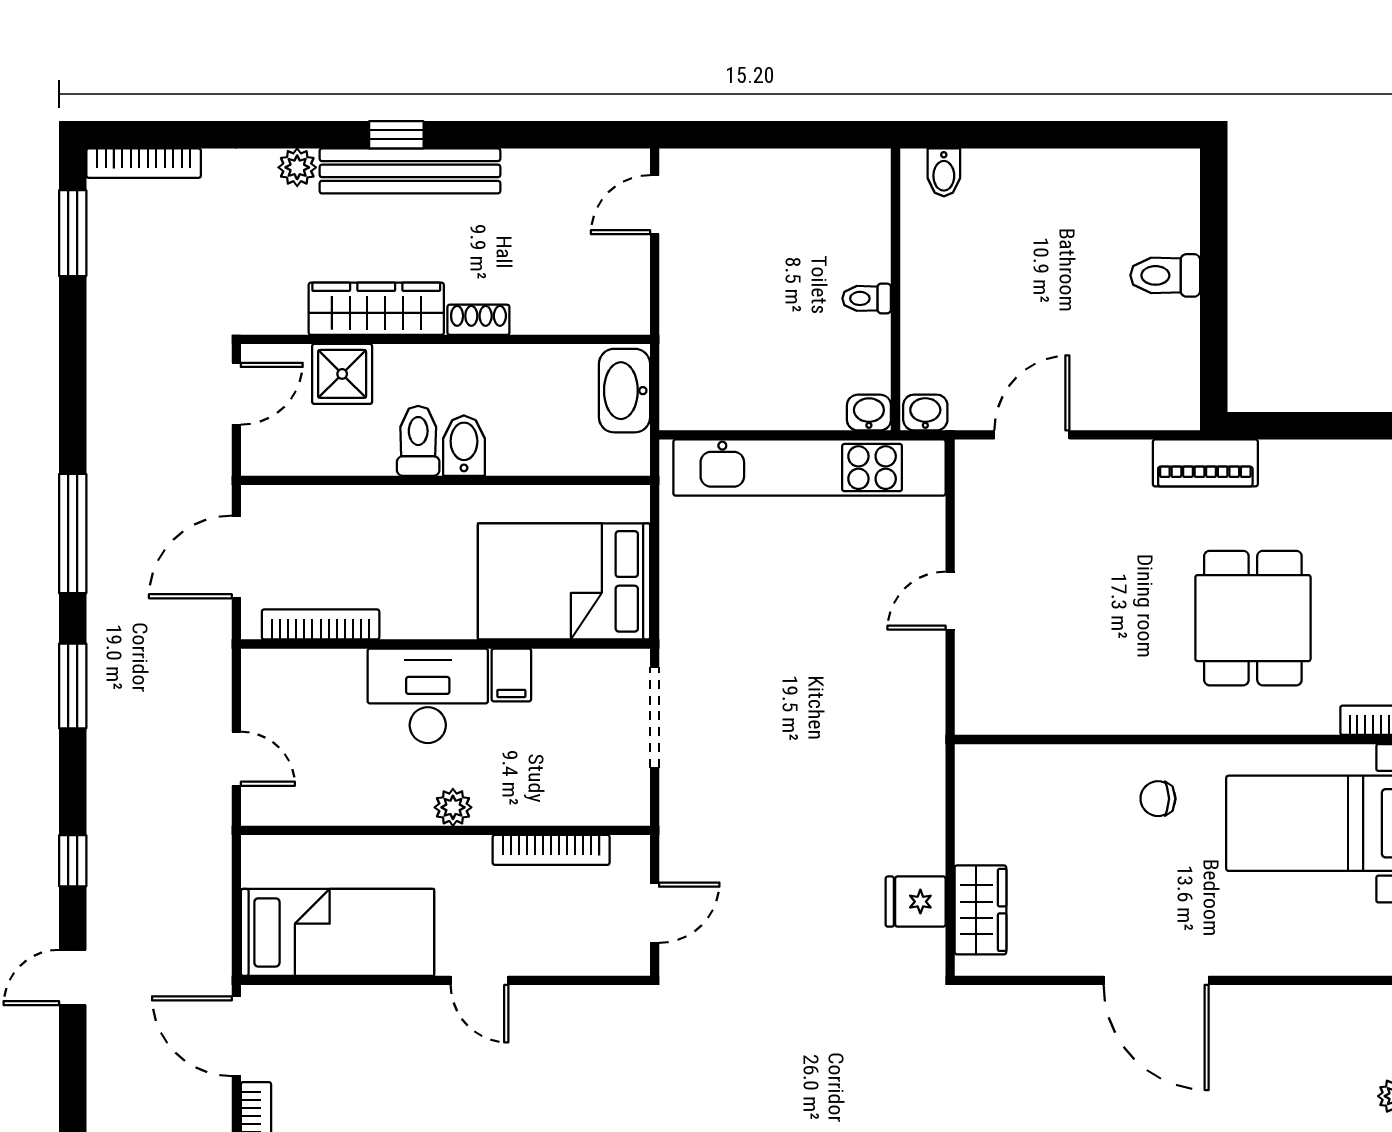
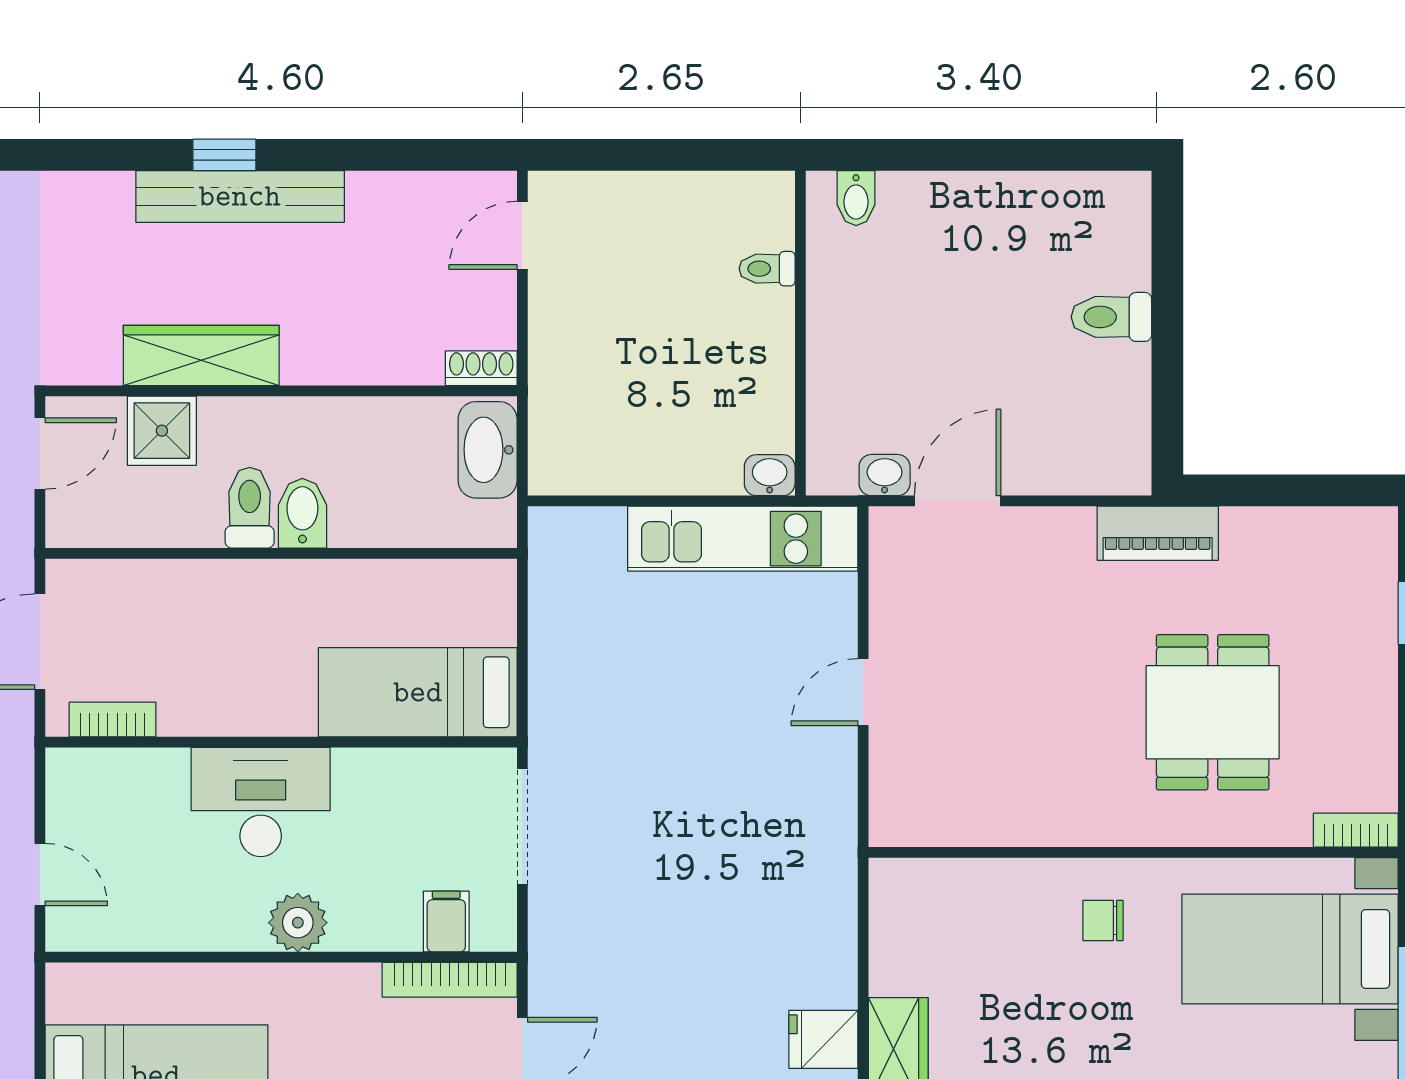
plant: (297, 167) -> (110, 192), removed
toilet: (867, 298) -> (767, 269), moved
shoe rack: (478, 320) -> (481, 368), moved
washbasin: (925, 412) -> (885, 475), moved
kitchen unit: (809, 468) -> (743, 539), width x0.73
bed: (564, 581) -> (418, 692), width x0.67
bookcase: (321, 624) -> (113, 720), width x0.64
filing cabinet: (511, 675) -> (446, 921), moved, turned 180
plant: (453, 807) -> (298, 923), width x1.38, depth x1.38
bookcase: (551, 850) -> (450, 980), moved

